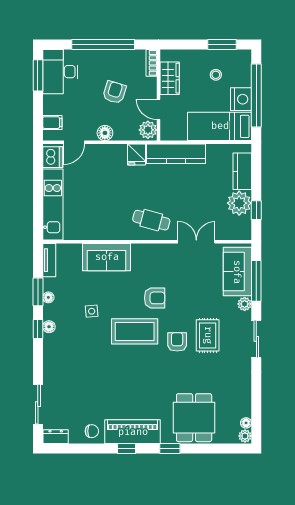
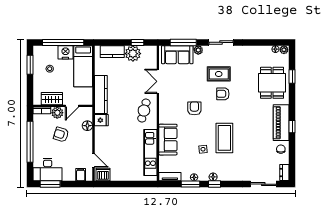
plant: (148, 130) -> (57, 113), moved
floor lamp: (105, 133) -> (87, 126), moved
kitchen unit: (53, 204) -> (150, 153), moved, turned -90
coffee table: (135, 331) -> (224, 138), moved
dining table: (194, 418) -> (272, 83), turned 90
window: (170, 449) -> (292, 76), moved

